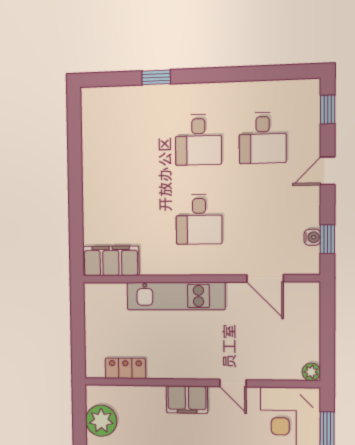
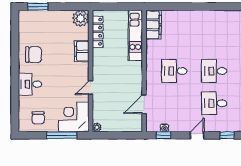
door: (328, 171) -> (197, 135), hinge flipped
kitchen unit: (176, 296) -> (135, 35), moved
locker: (125, 368) -> (98, 32), width x1.53
filing cabinet: (187, 400) -> (82, 51), moved
plant: (101, 421) -> (81, 18), moved

